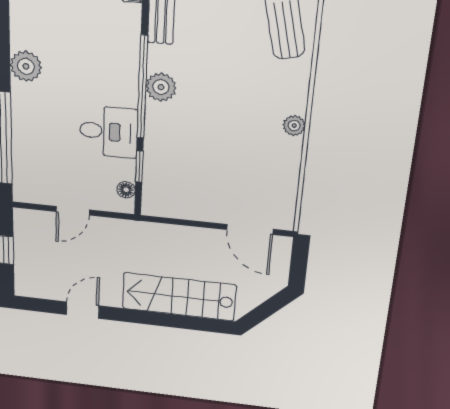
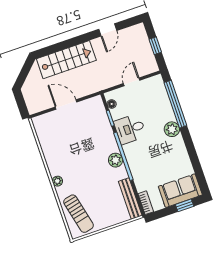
plant: (26, 66) -> (172, 129), moved
plant: (294, 126) -> (57, 181), moved
door: (250, 229) -> (66, 104), moved

